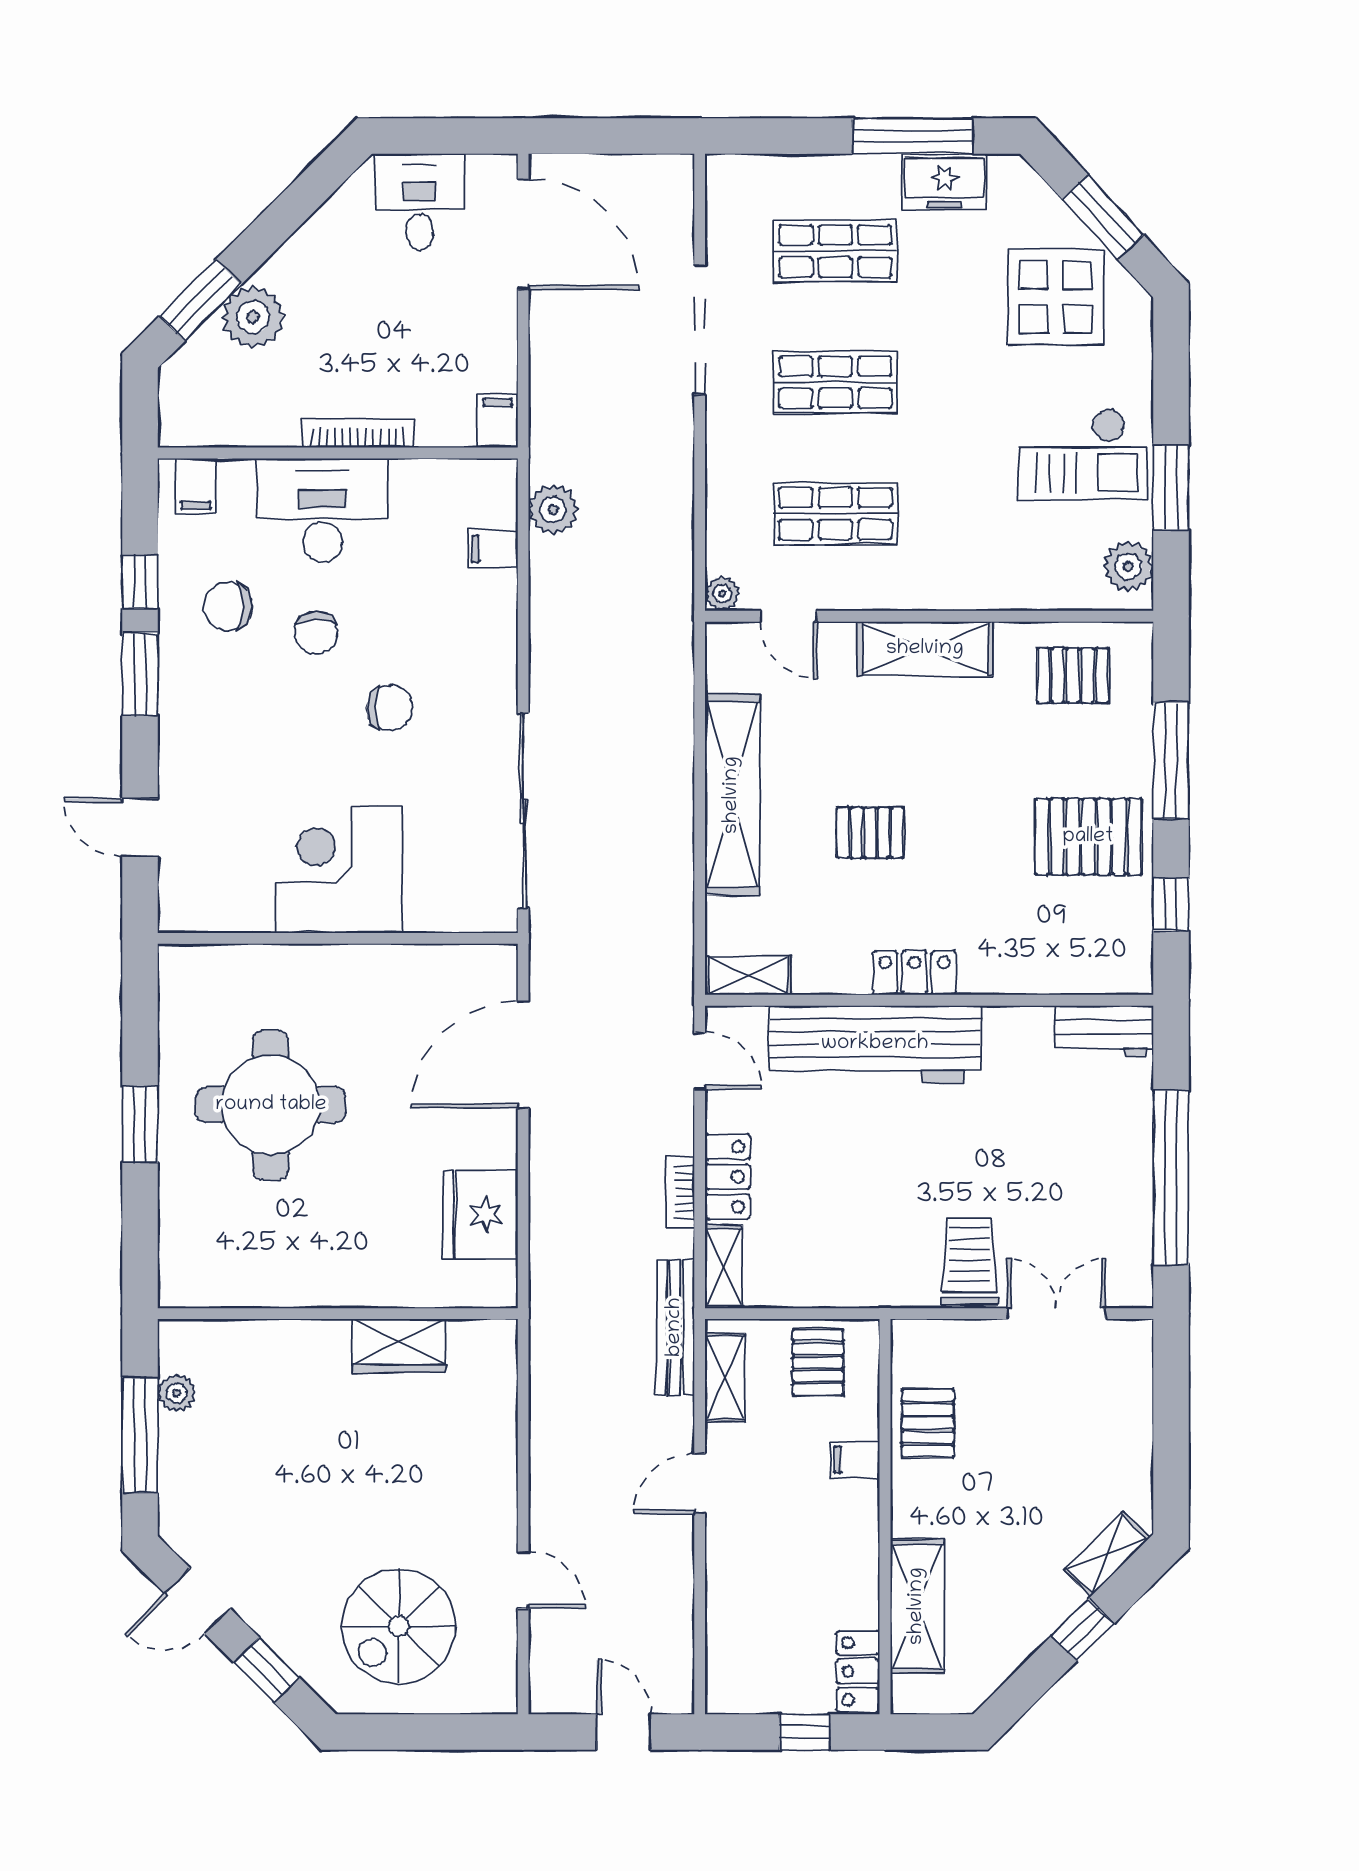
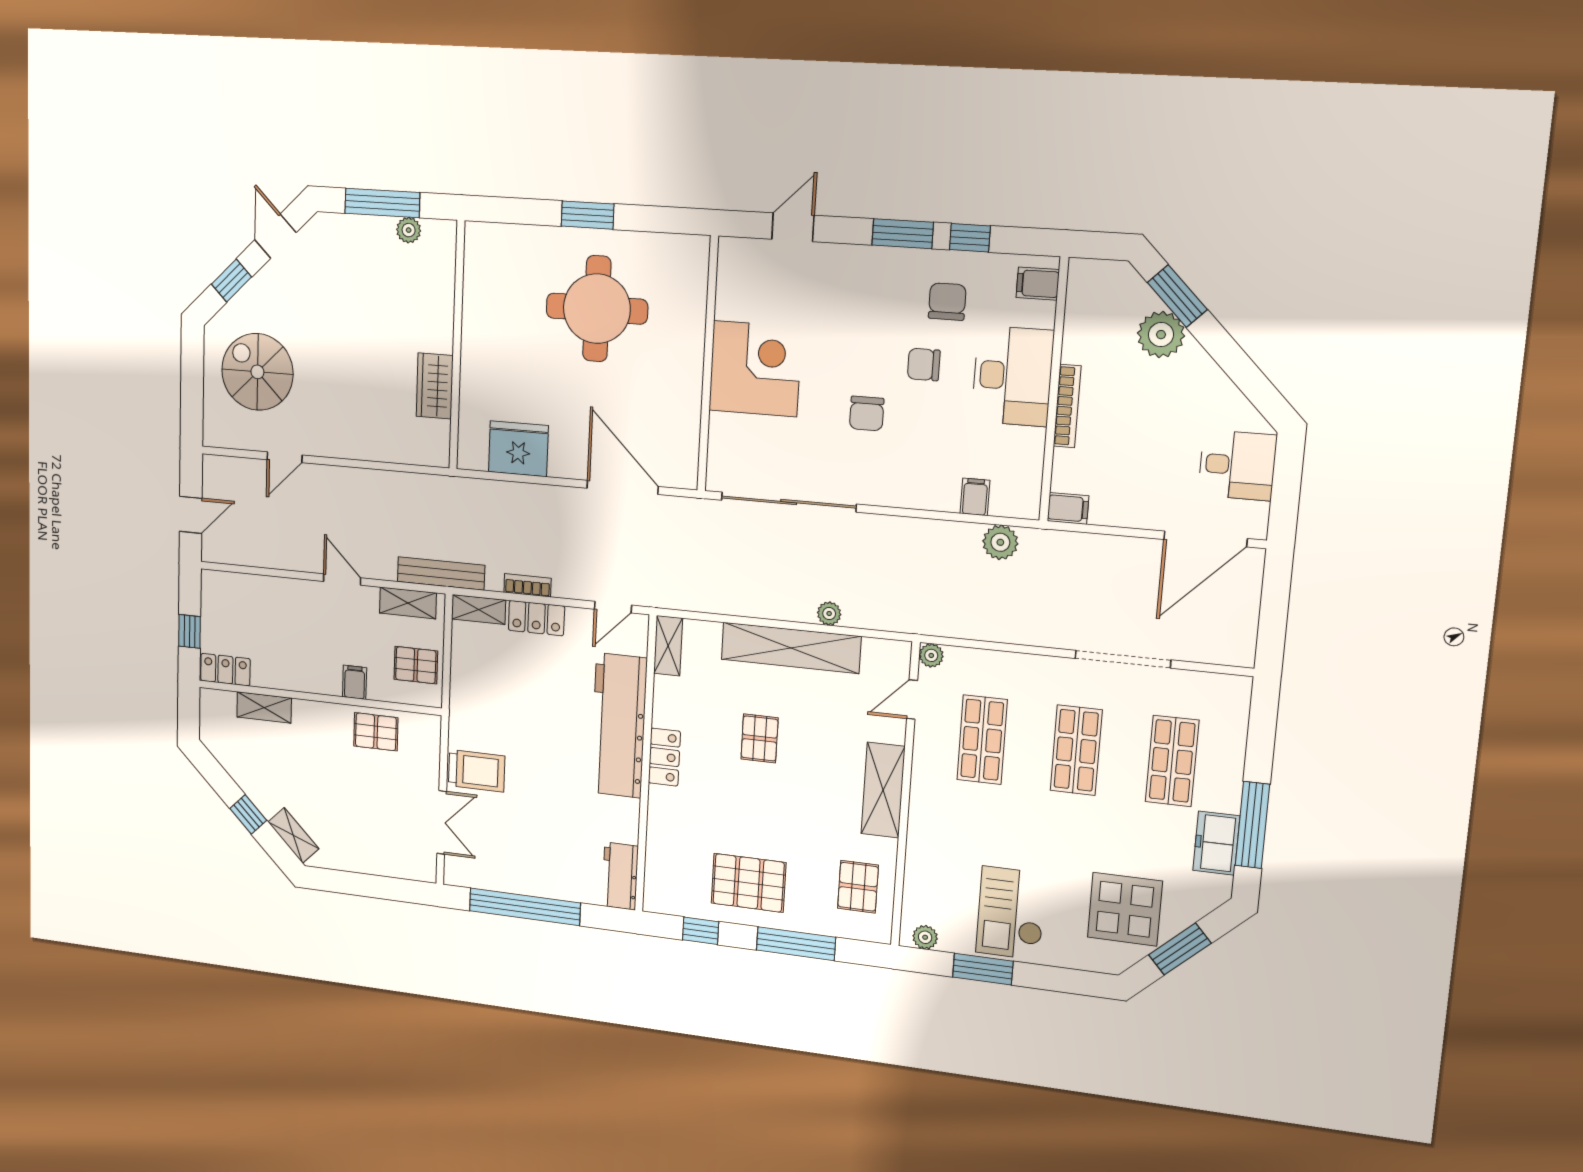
plant: (1128, 567) -> (925, 937), width x0.73, depth x0.73
plant: (677, 743) -> (829, 614), added
pallet: (1088, 837) -> (749, 883), turned 90
shelving: (917, 1606) -> (264, 707), width x0.67, depth x0.75

